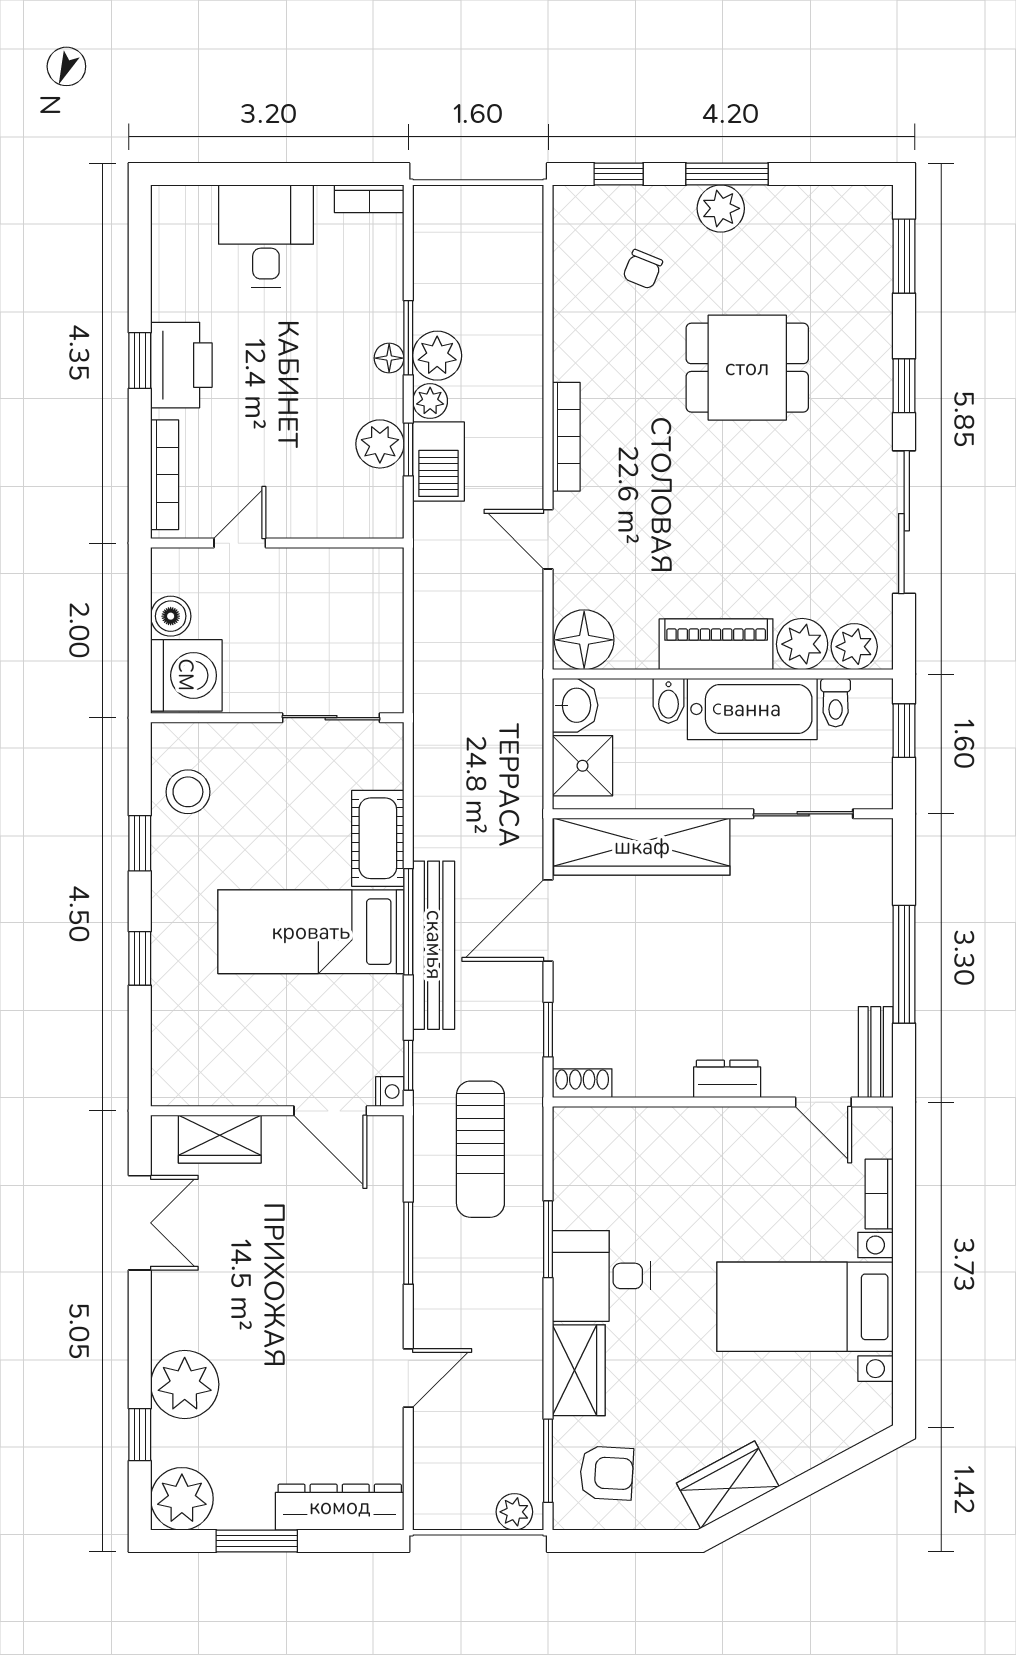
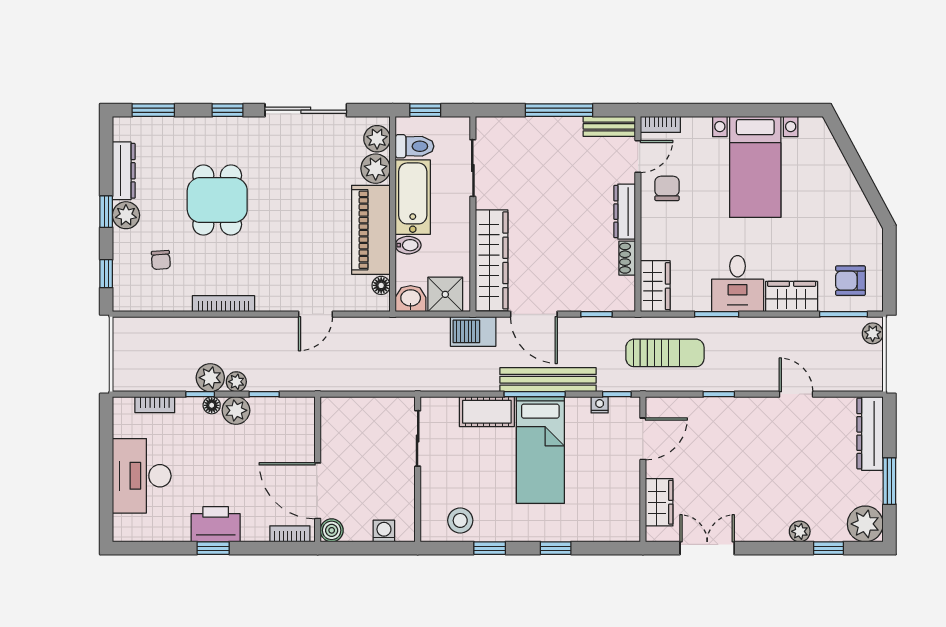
window: (727, 174) -> (106, 212), width x0.67
bookcase: (369, 199) -> (155, 405), moved, turned 90
dresser: (798, 205) -> (124, 171), added
desk: (266, 236) -> (142, 476), width x1.37
chair: (643, 269) -> (161, 260), turned 64
window: (408, 338) -> (200, 394), width x0.67
bookcase: (566, 437) -> (223, 304), moved
plant: (380, 444) -> (236, 410), moved
barbecue: (439, 462) -> (473, 331), moved, turned 180
bookcase: (165, 475) -> (290, 534), width x0.64
door: (240, 543) -> (318, 491), width x1.88
boiler: (171, 616) -> (332, 530), moved
floor lamp: (584, 640) -> (381, 285), width x0.53, depth x0.53
piano: (716, 644) -> (371, 230), width x1.37, depth x1.33
washing machine: (186, 675) -> (384, 531), width x0.53, depth x0.53
toilet: (836, 703) -> (414, 146), width x1.37, depth x1.39
dresser: (727, 1079) -> (625, 212), width x1.44
shoe rack: (582, 1083) -> (627, 258), moved
nightstand: (390, 1091) -> (600, 405), moved
chair: (767, 1153) -> (667, 188), added
bookcase: (879, 1194) -> (660, 124), moved
window: (408, 1243) -> (719, 394), width x0.67
plant: (185, 1384) -> (800, 531), width x0.53, depth x0.53
armchair: (607, 1473) -> (850, 281), turned -93
wardrobe: (728, 1485) -> (655, 286), moved, turned -152

